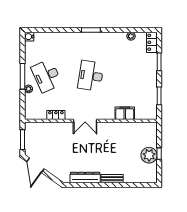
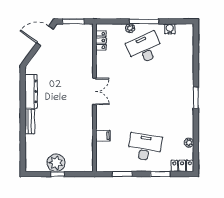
water cooler: (29, 37) -> (170, 29), moved
desk: (91, 76) -> (145, 147), moved
filing cabinet: (125, 113) -> (103, 136), width x0.50
locker: (56, 115) -> (101, 40), moved
double door: (85, 121) -> (94, 91), swing flipped

